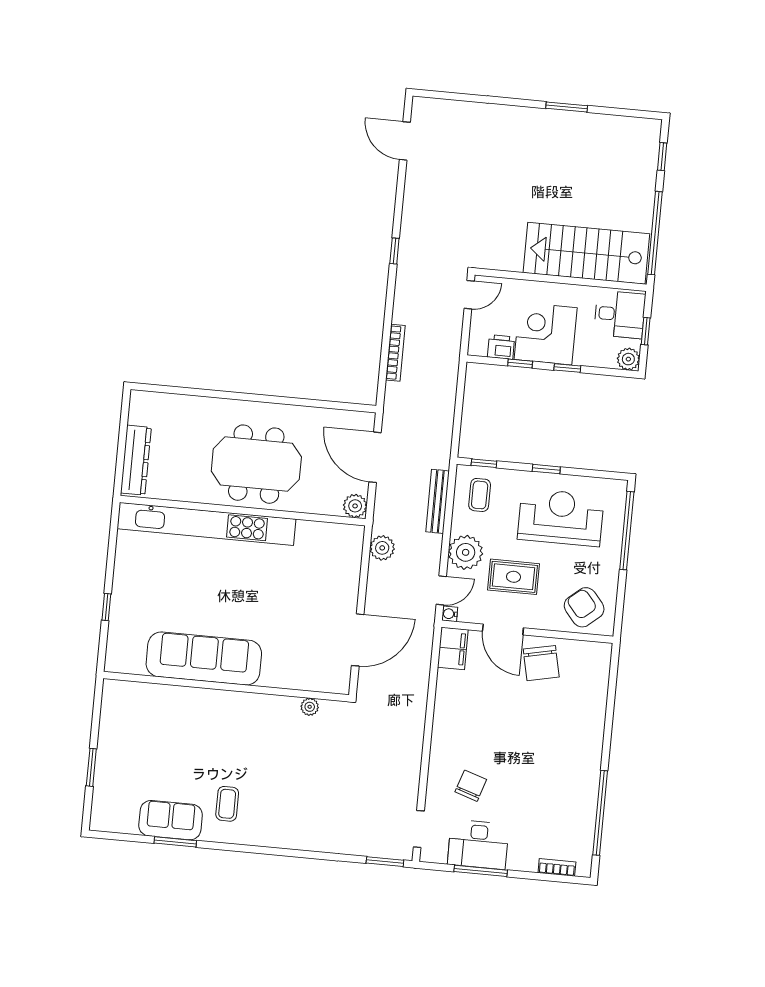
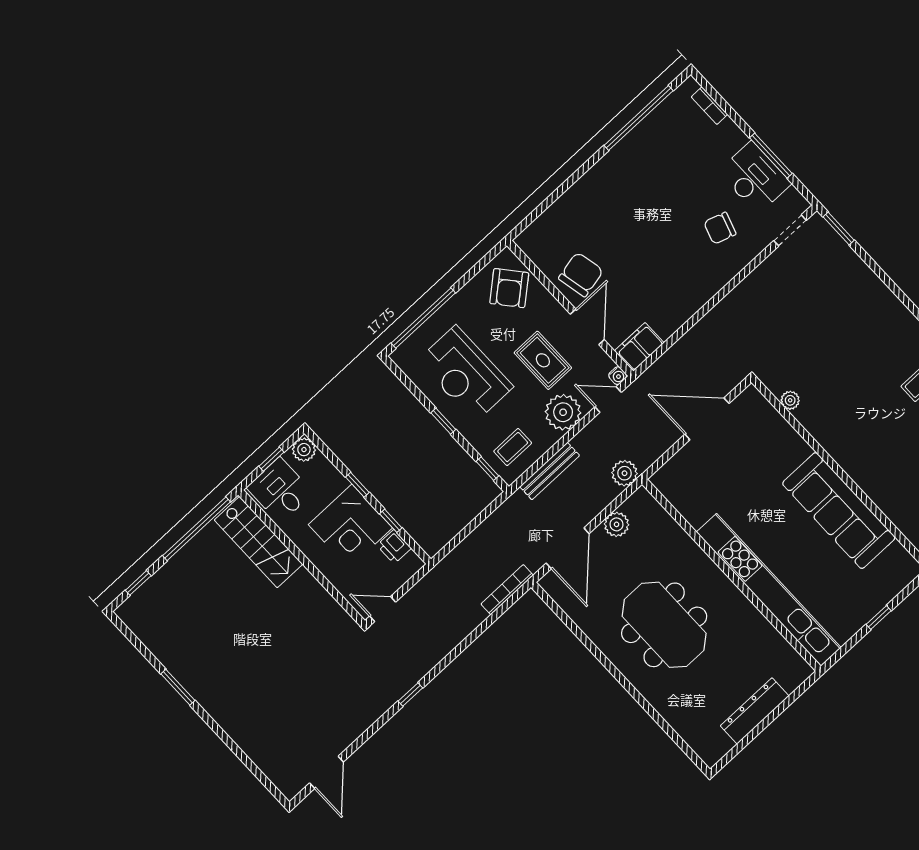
stairs: (586, 253) -> (258, 542), width x0.73, depth x0.66
bookcase: (395, 353) -> (507, 590), moved
wall: (243, 511) -> (732, 575), moved
kitchen unit: (206, 524) -> (769, 590), moved

